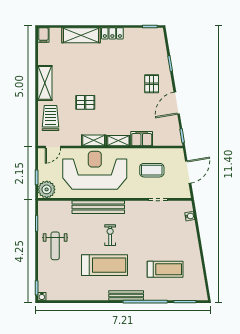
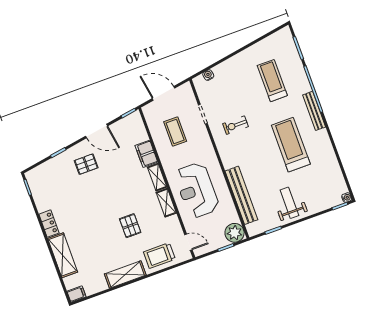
reception desk: (95, 170) -> (197, 190), width x0.74, depth x0.77
bench: (98, 207) -> (241, 195), moved
exercise bike: (110, 235) -> (235, 125), moved
weight bench: (55, 246) -> (289, 203), turned -90

